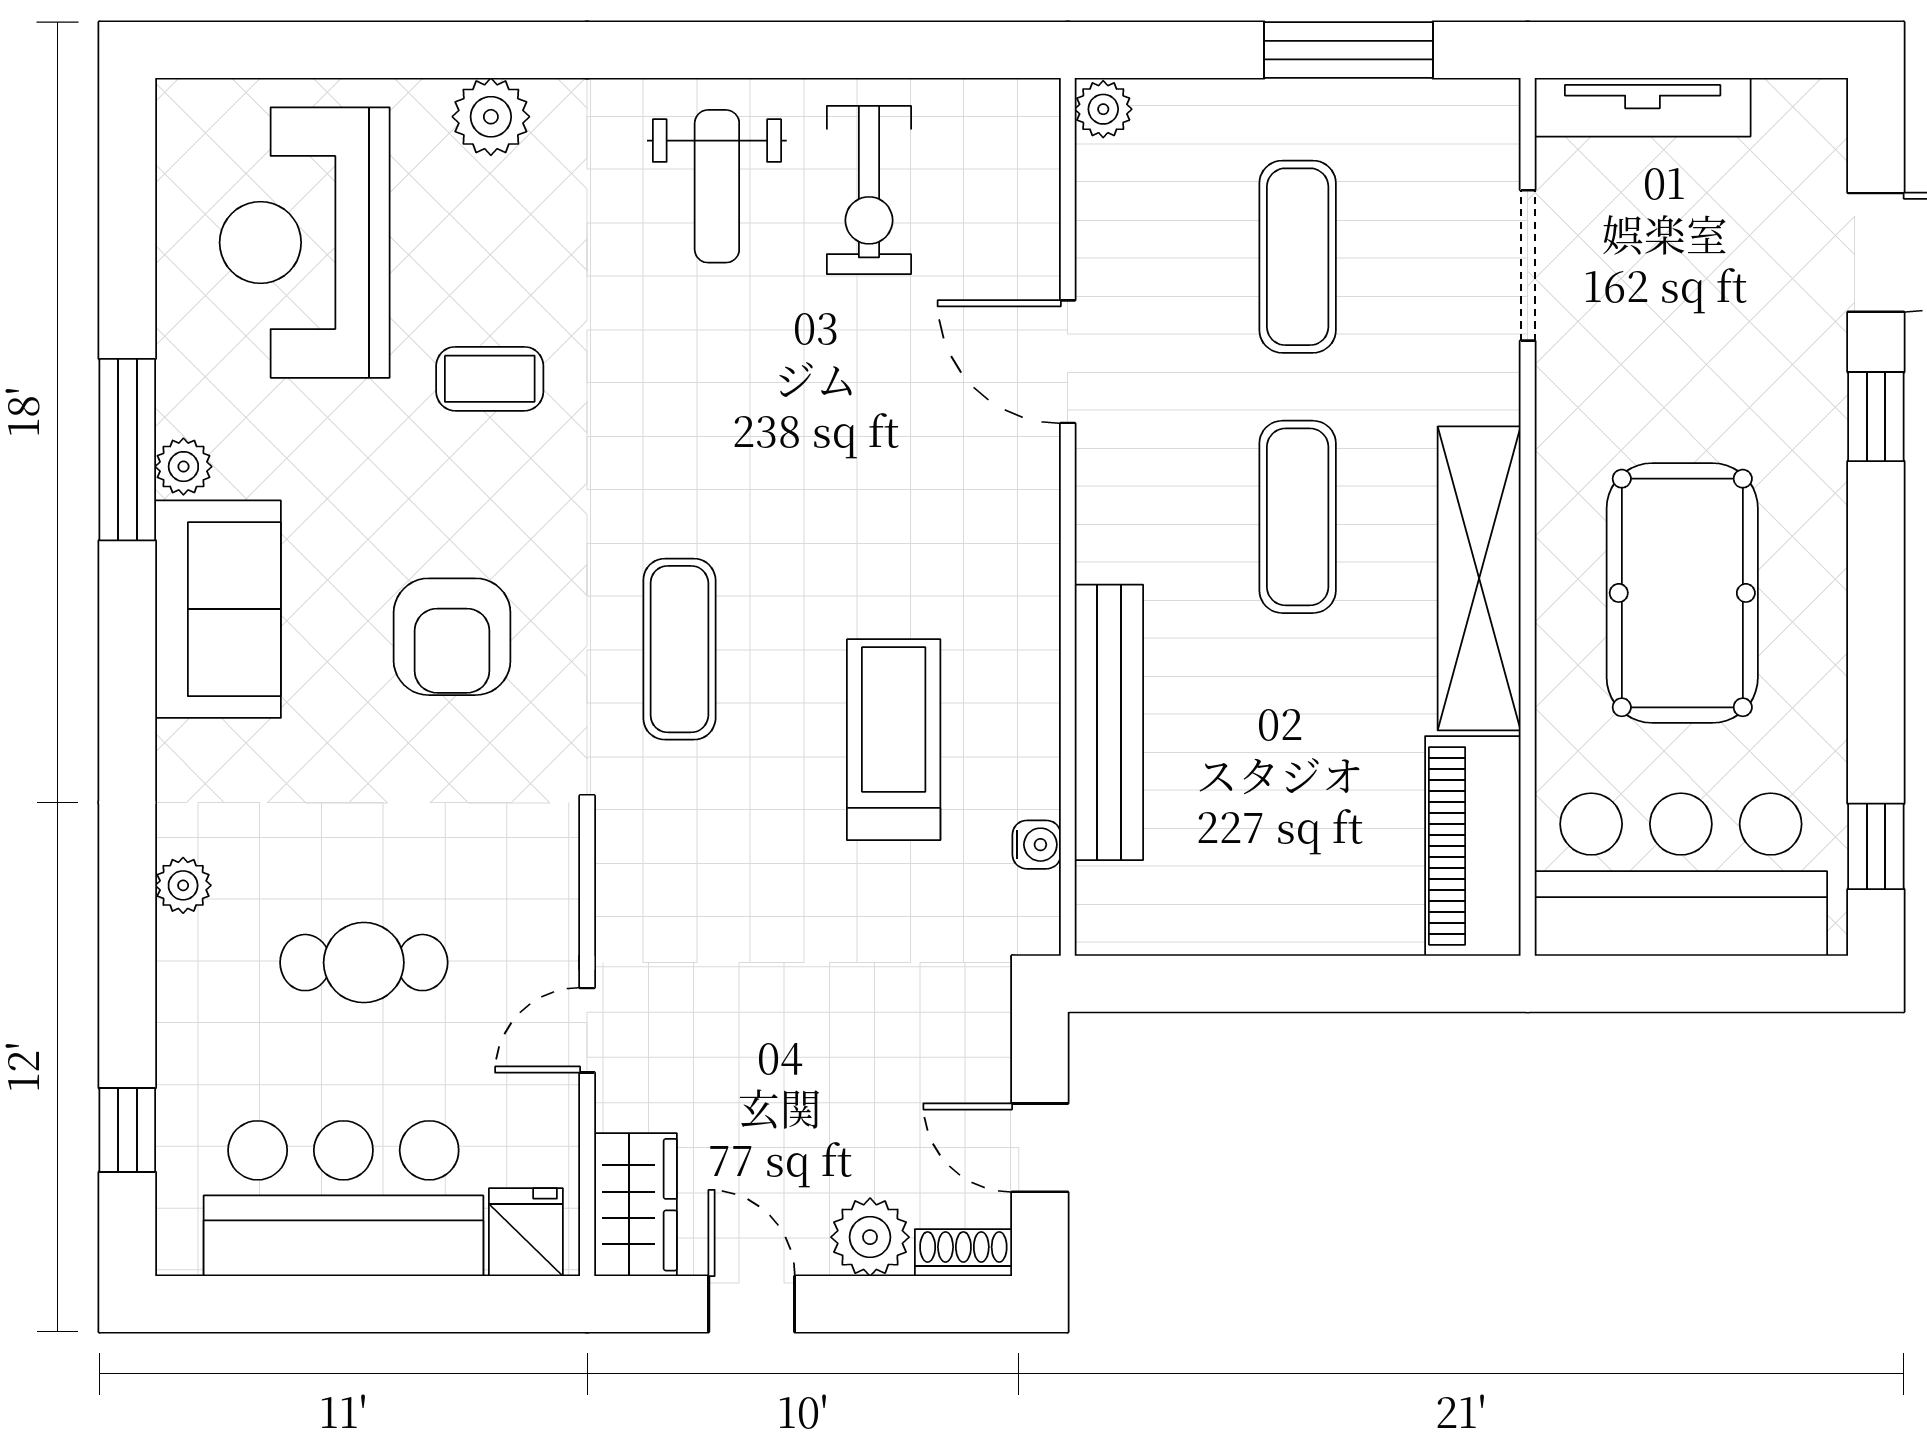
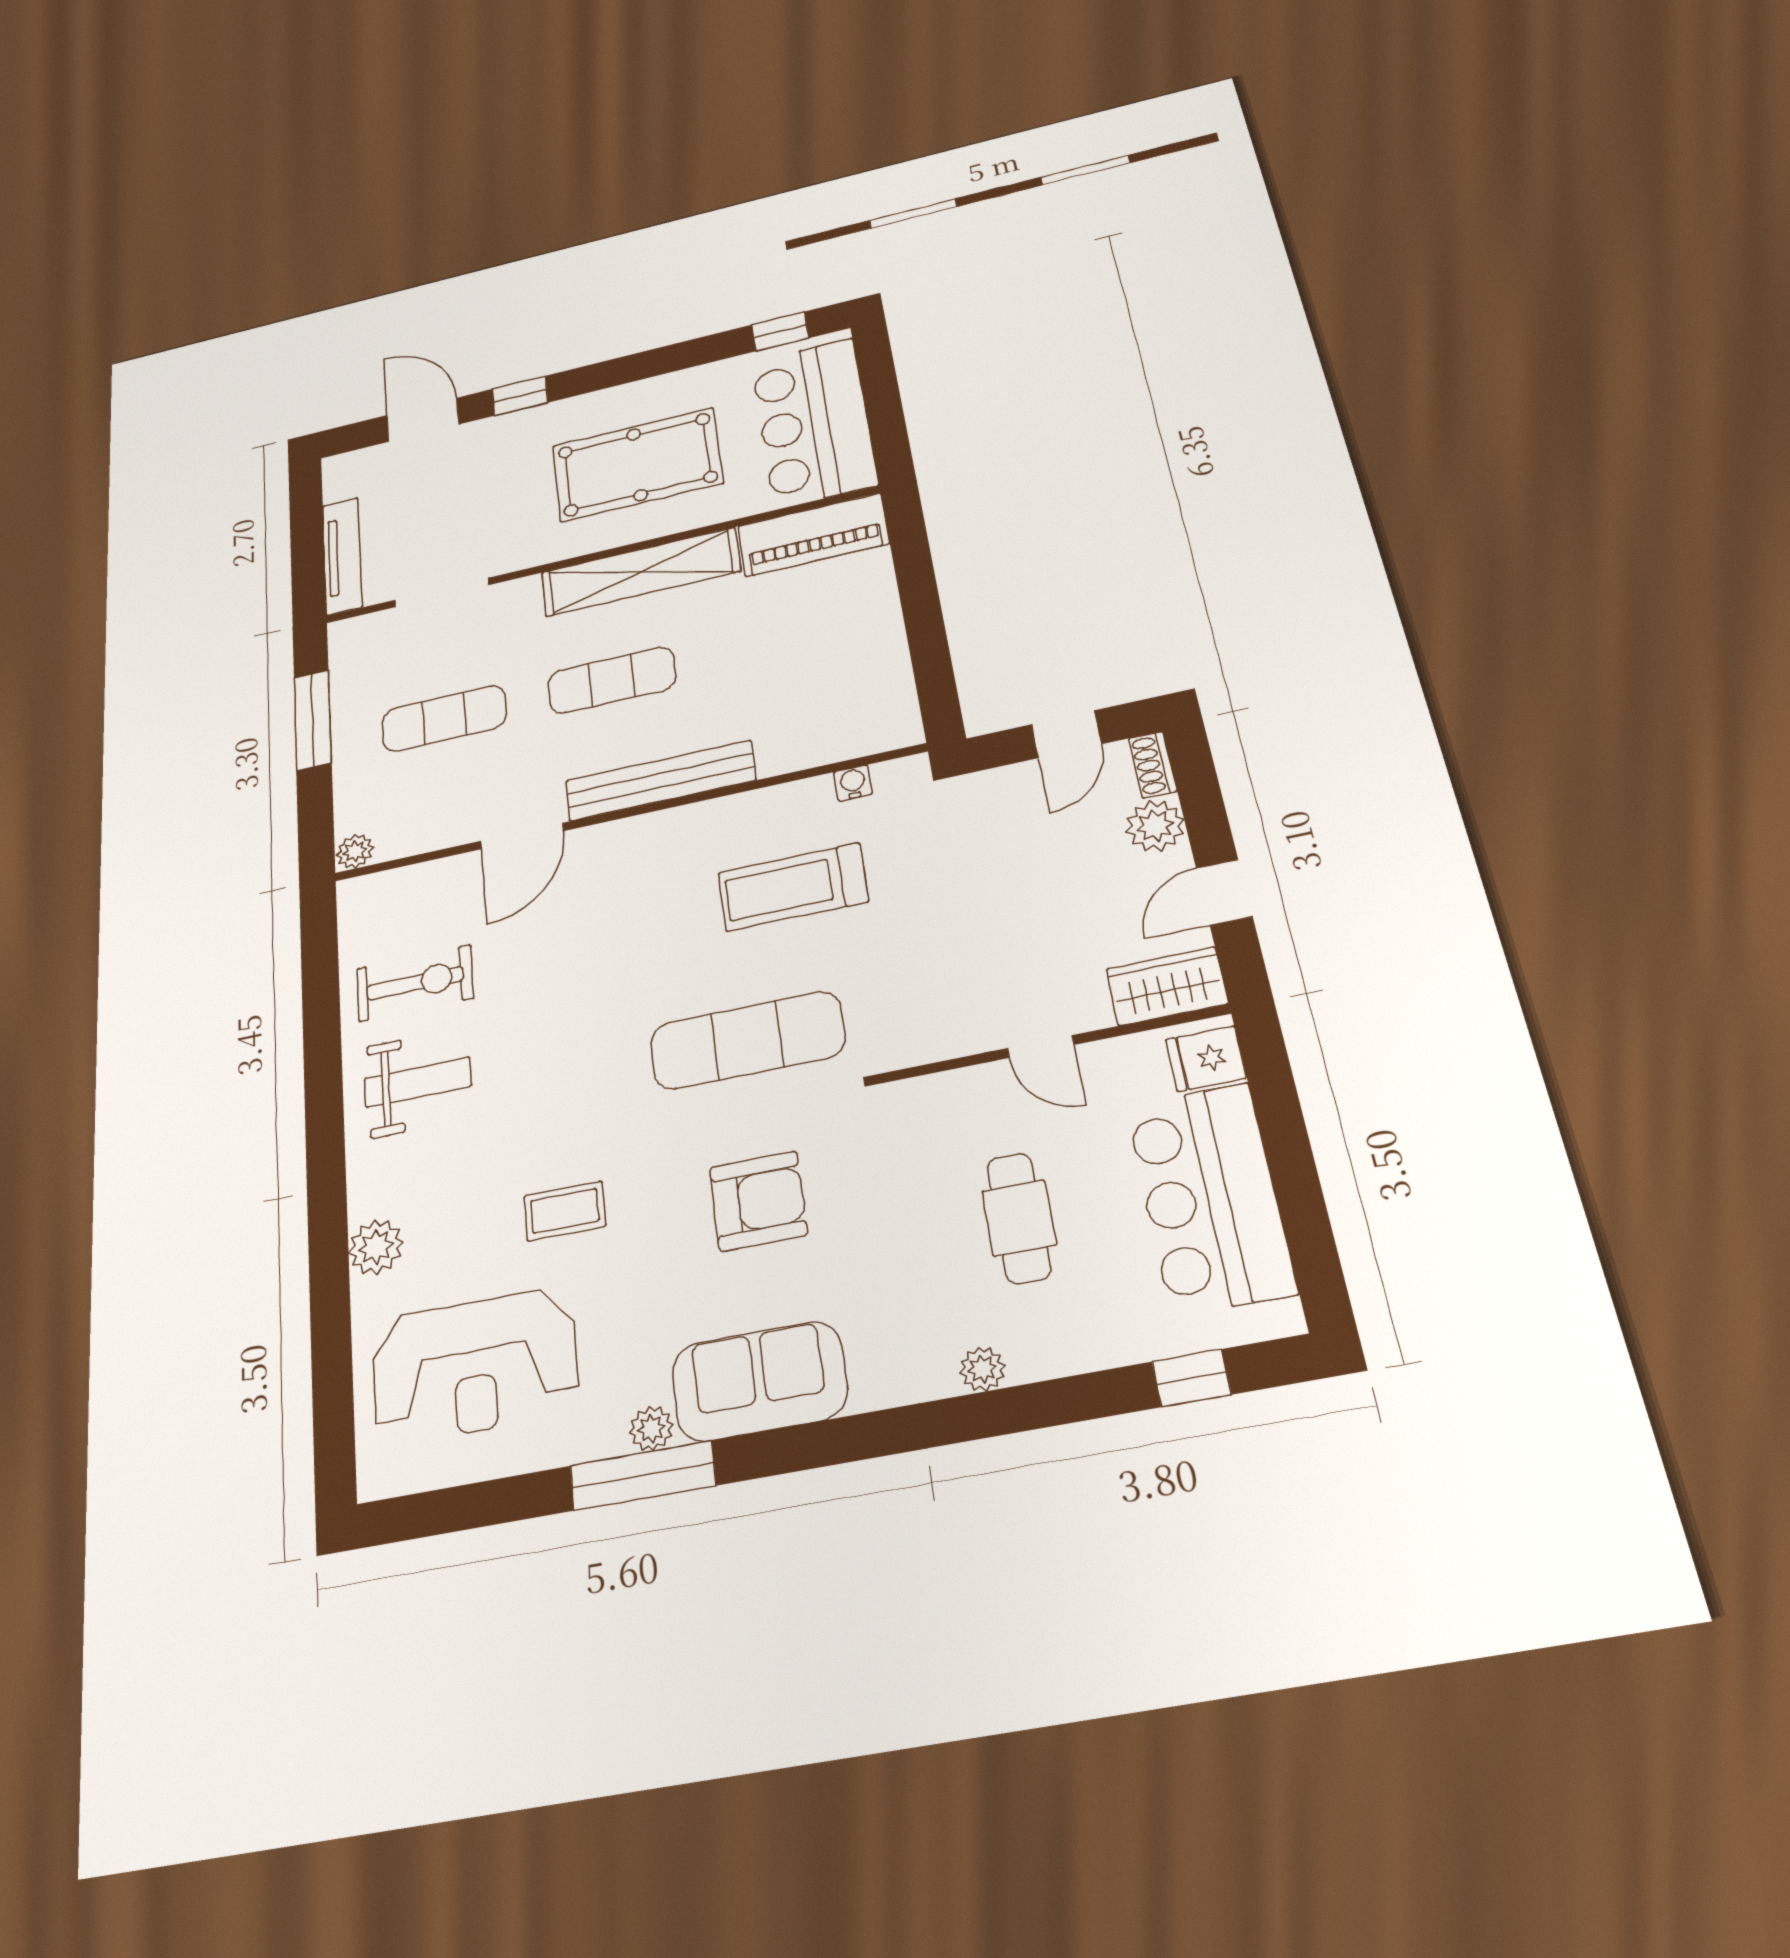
coffee table: (490, 379) -> (565, 1211), turned 90
exercise mat: (679, 649) -> (747, 1040), width x1.36, depth x1.45
bench: (1109, 722) -> (660, 781), moved

